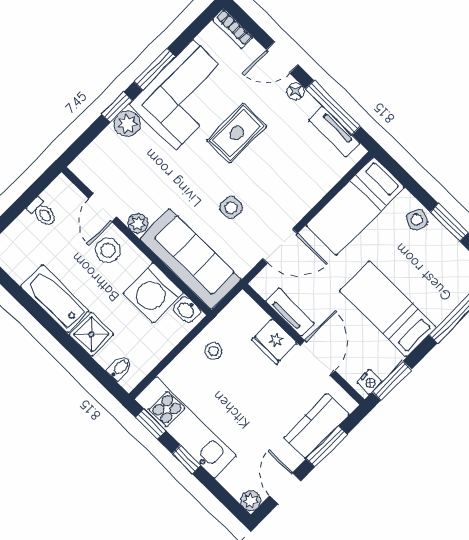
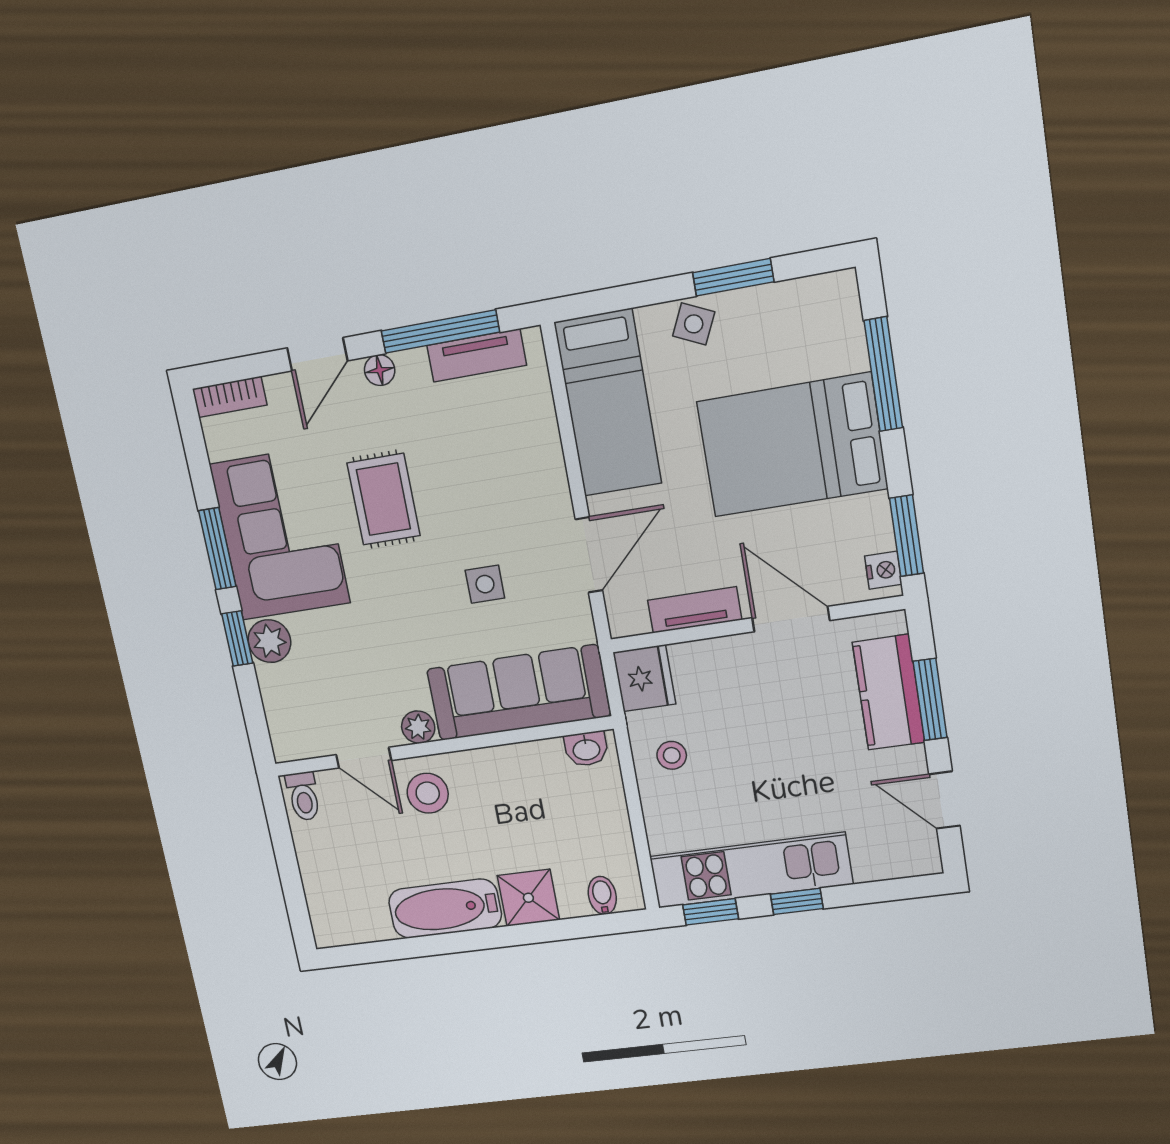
toilet: (42, 212) -> (303, 796), moved, turned 90
washing machine: (153, 293) -> (530, 777), removed
bed: (388, 309) -> (792, 445), width x1.50
fridge: (274, 342) -> (644, 678), moved, turned -90
plant: (251, 501) -> (924, 859), removed

